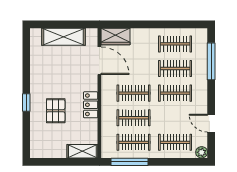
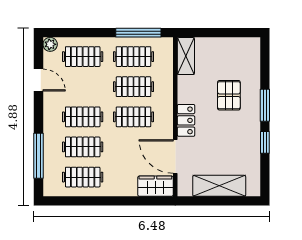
window: (26, 72) -> (265, 142), added
window: (26, 103) -> (265, 105), width x1.50
locker: (91, 105) -> (186, 120), moved
shelving: (82, 151) -> (186, 56), moved, turned 90

